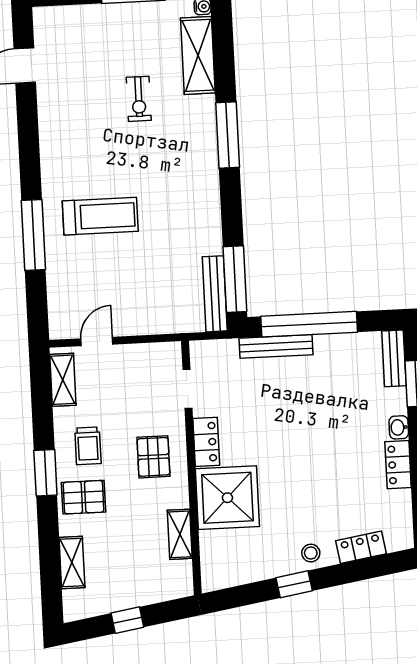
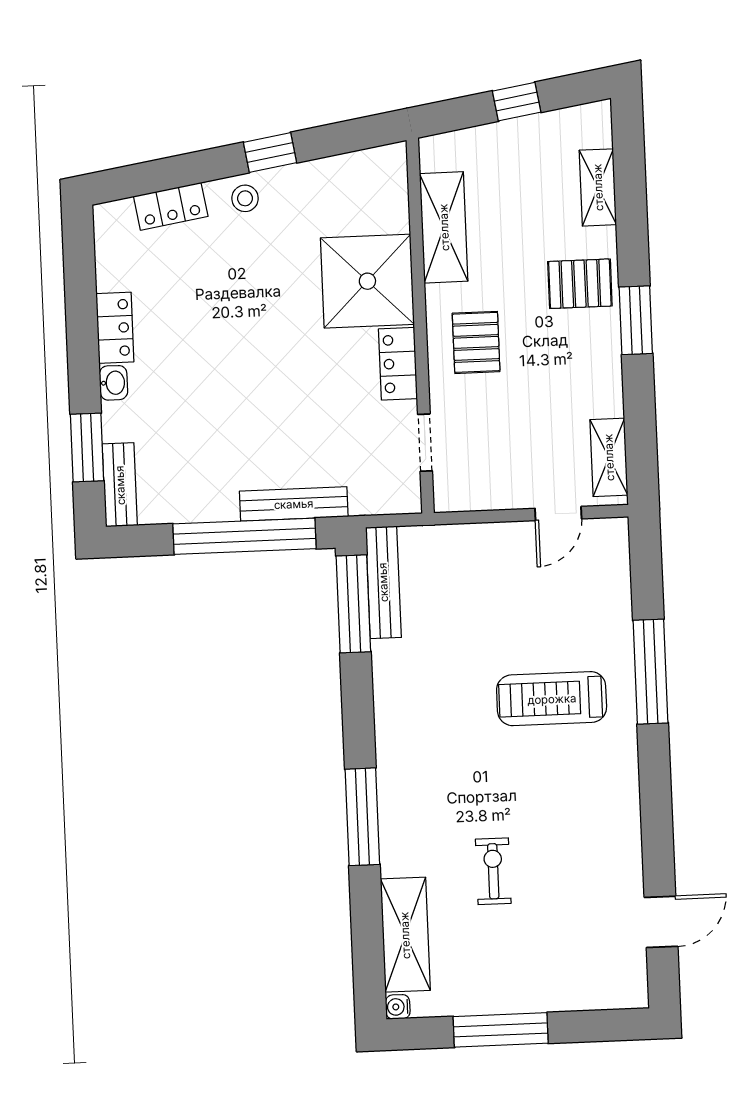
trolley: (88, 446) -> (573, 360), removed
shelving: (180, 534) -> (444, 227), width x1.50, depth x1.33

